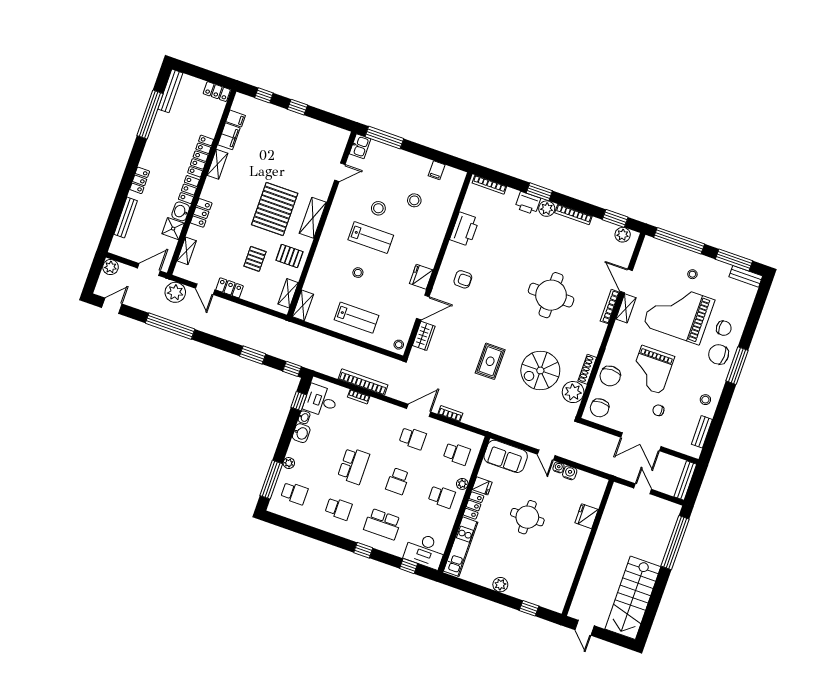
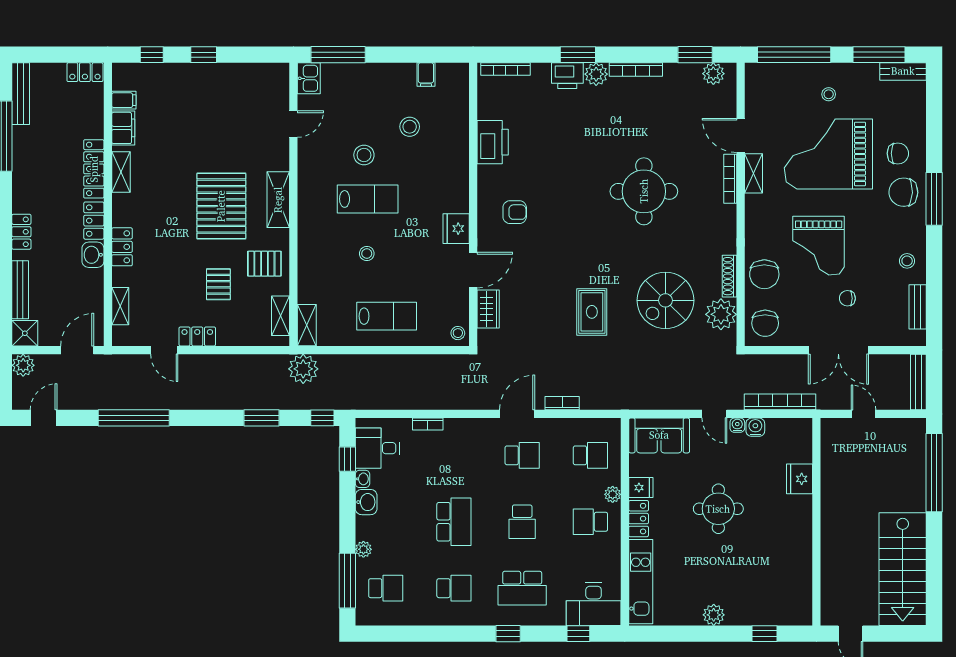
shower: (173, 229) -> (25, 333), moved
plant: (175, 292) -> (303, 369), moved
bookcase: (363, 382) -> (780, 402), moved
school desk: (442, 497) -> (590, 522), turned 180

